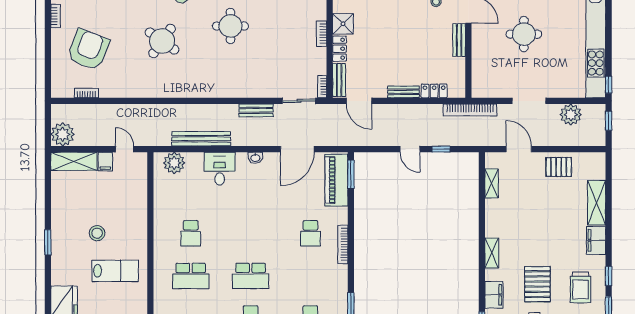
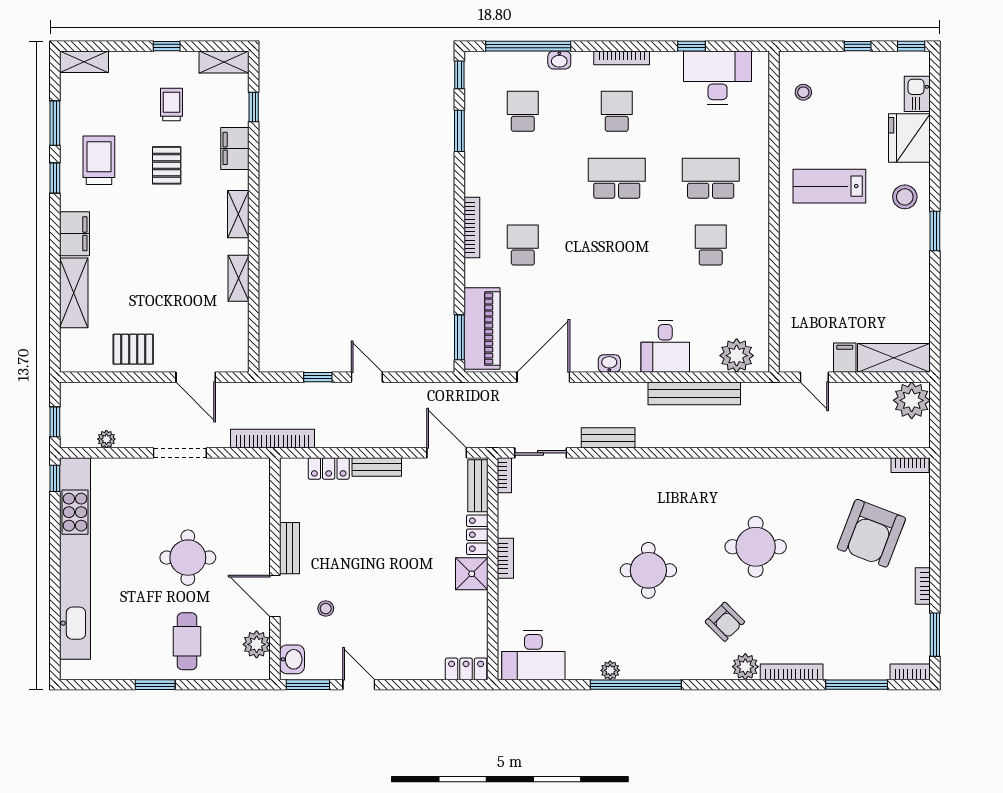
round table: (162, 41) -> (756, 547), turned -35
bookcase: (86, 93) -> (910, 465), moved
plant: (571, 115) -> (106, 439), width x0.53, depth x0.53
shelving: (492, 183) -> (239, 278), moved
stool: (97, 233) -> (905, 197), moved
pallet: (537, 284) -> (167, 165), width x0.67, depth x0.71

